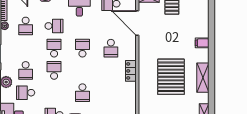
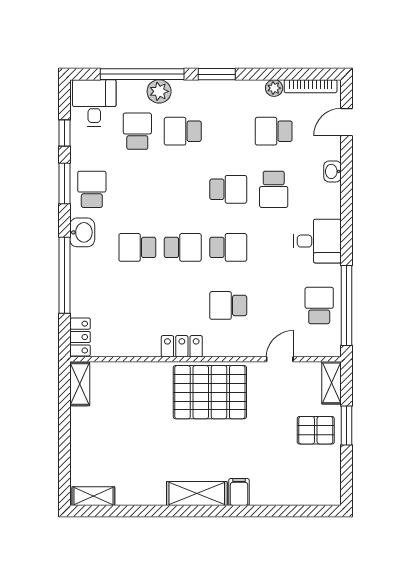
door: (137, 23) -> (280, 359), width x0.53
school desk: (54, 70) -> (183, 247), moved
pallet: (171, 77) -> (210, 392), moved
shelving: (203, 78) -> (197, 494), moved

